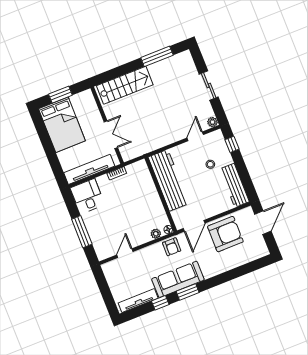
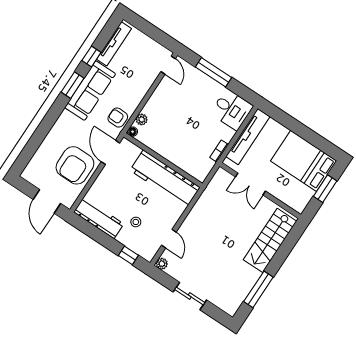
door: (125, 253) -> (168, 65), moved

